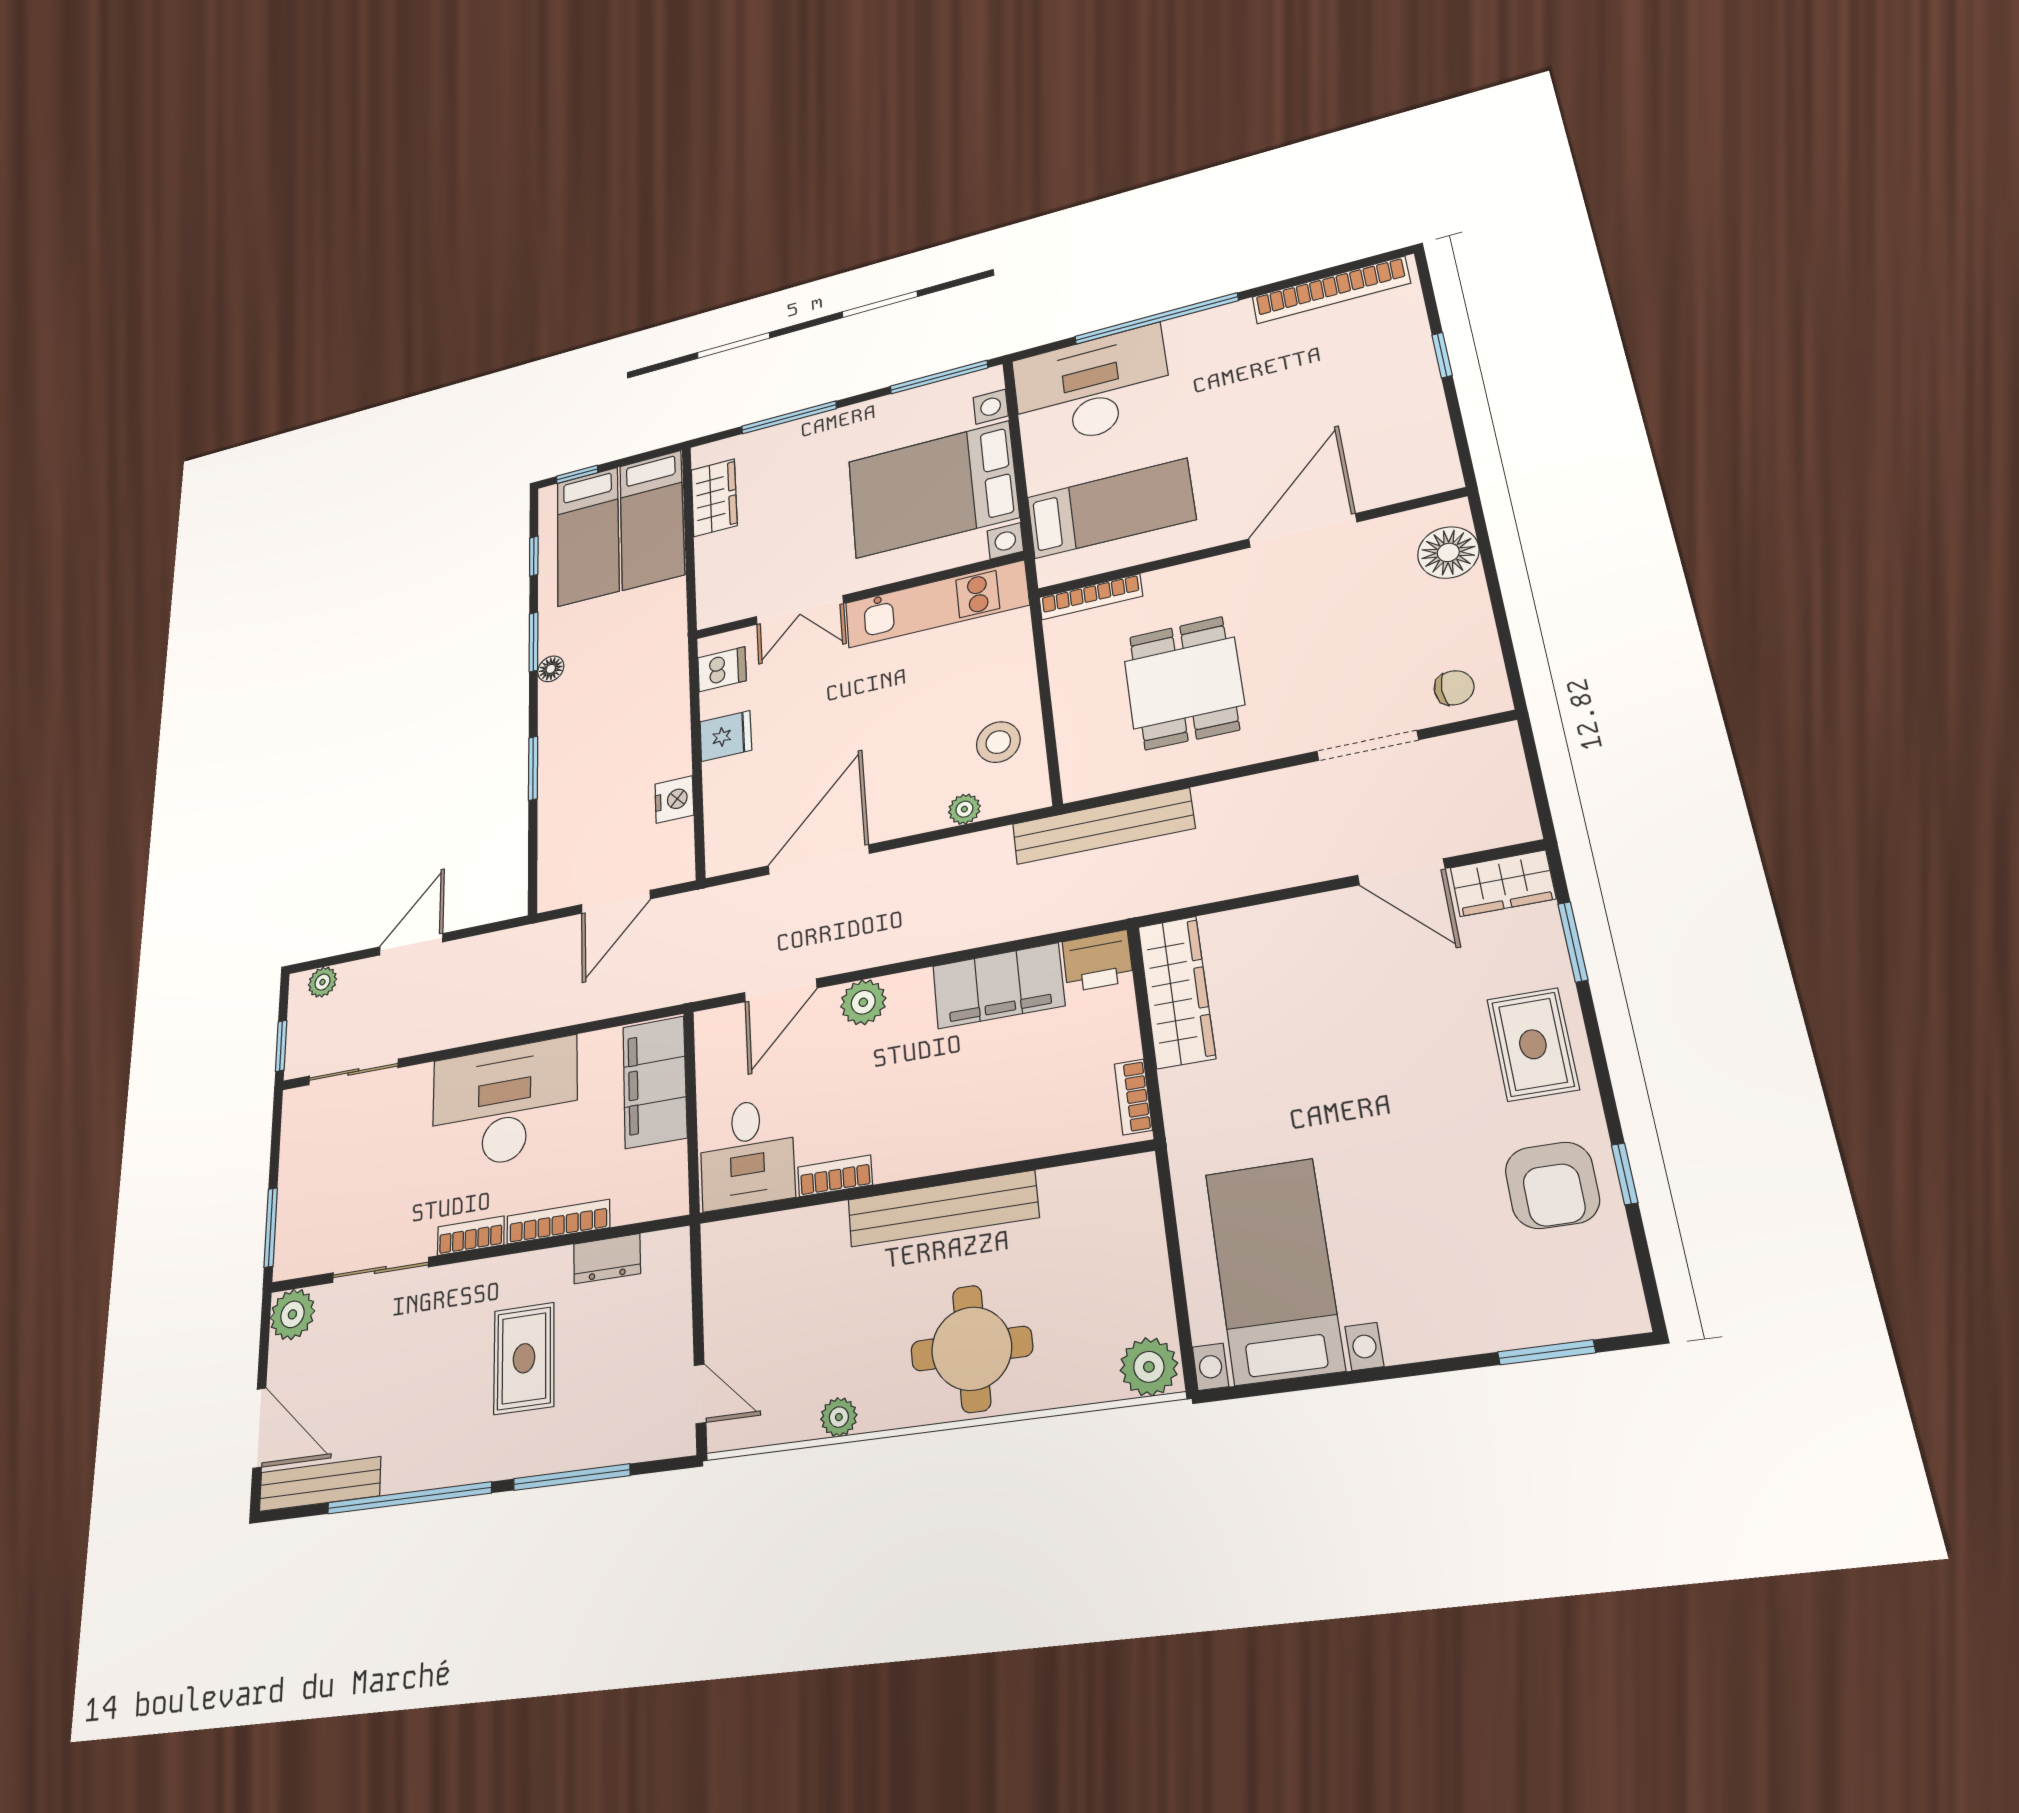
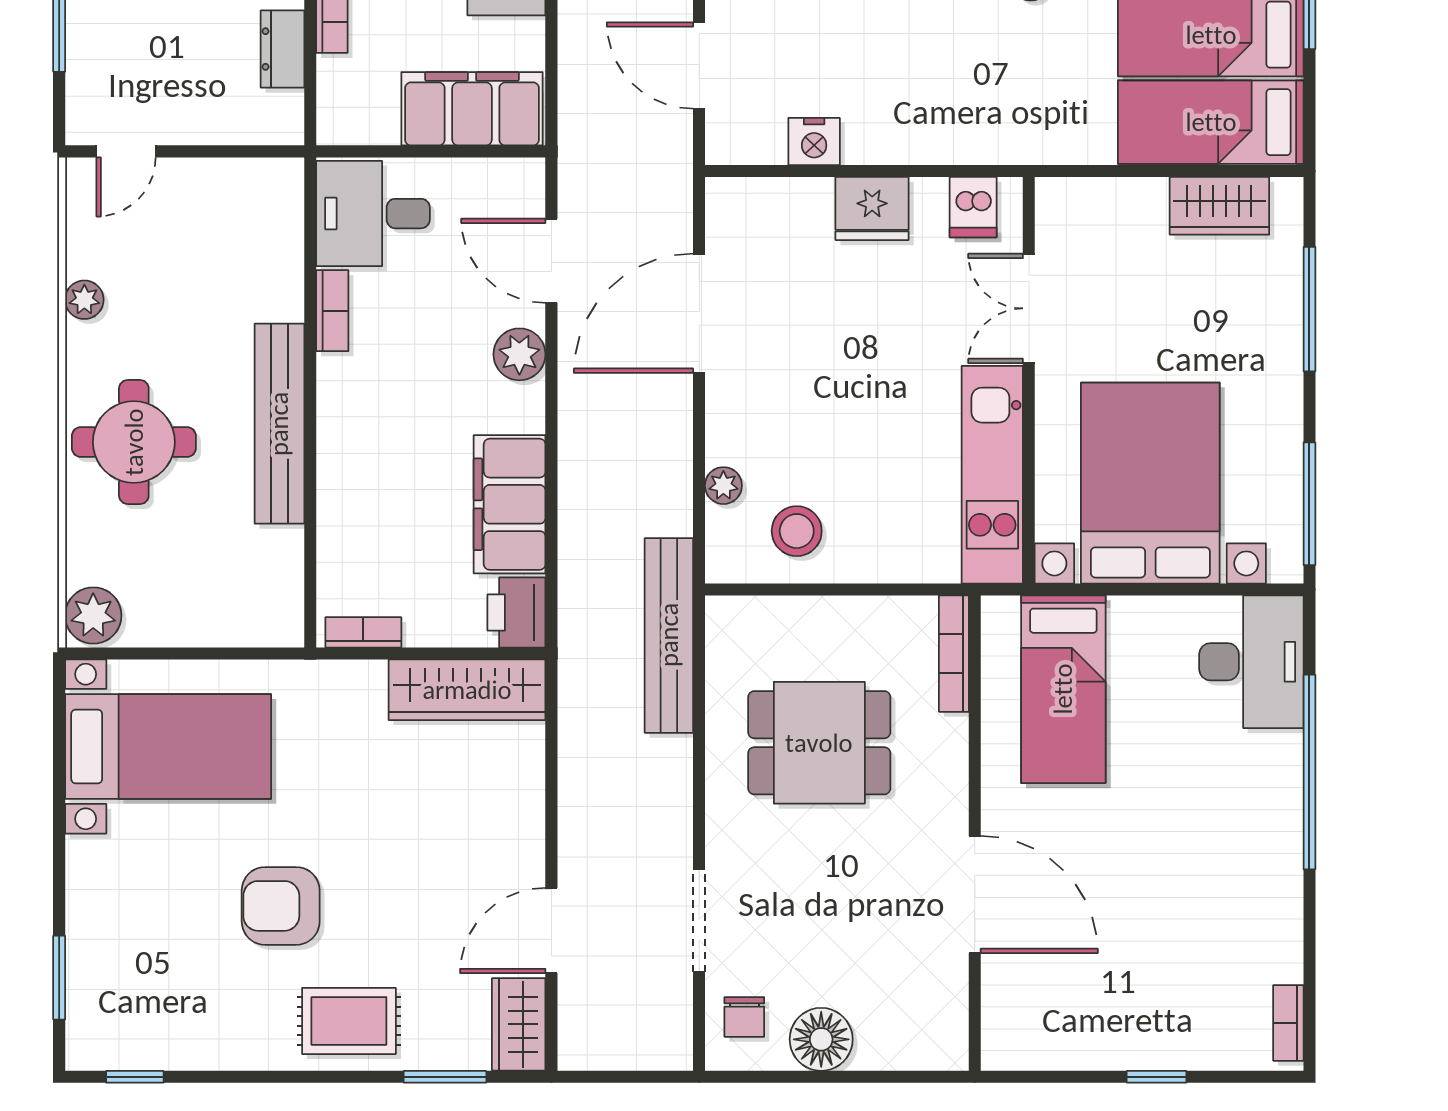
bookcase: (1331, 290) -> (1288, 1023), width x0.43, depth x0.76
desk: (1092, 388) -> (1251, 662), width x0.73, depth x0.77
floor lamp: (1448, 552) -> (821, 1039), moved
fridge: (726, 736) -> (872, 209), width x1.38
door: (818, 860) -> (699, 313), swing flipped
window: (1625, 1174) -> (135, 1077), moved
armchair: (1552, 1185) -> (281, 906), moved

